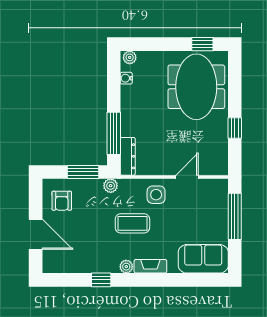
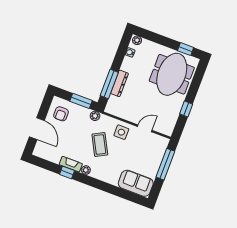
dresser: (128, 156) -> (119, 83), moved
coffee table: (132, 223) -> (100, 145), turned 62
fireplace: (150, 266) -> (71, 164), moved

